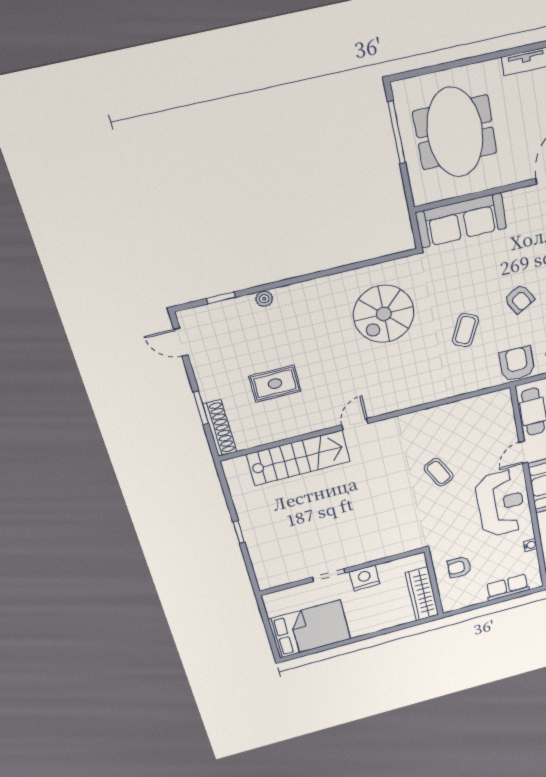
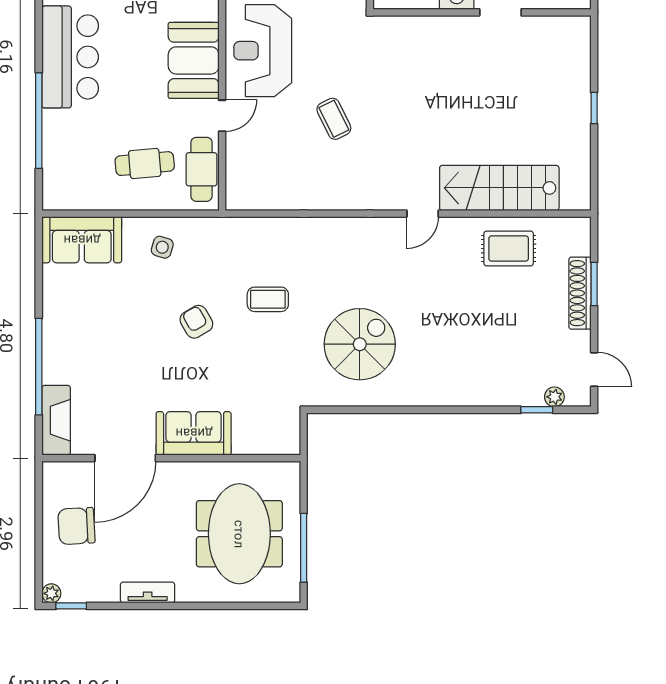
sofa: (461, 220) -> (194, 433), moved, width x0.73
plant: (264, 299) -> (554, 397), moved
coffee table: (465, 330) -> (268, 299), turned 64
armchair: (517, 364) -> (212, 239), removed
rug: (275, 384) -> (509, 248), moved
shoe rack: (220, 428) -> (580, 293), moved

